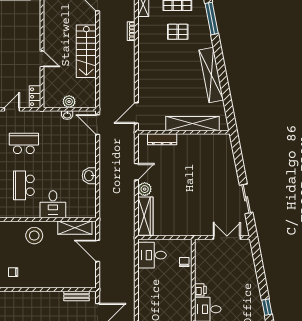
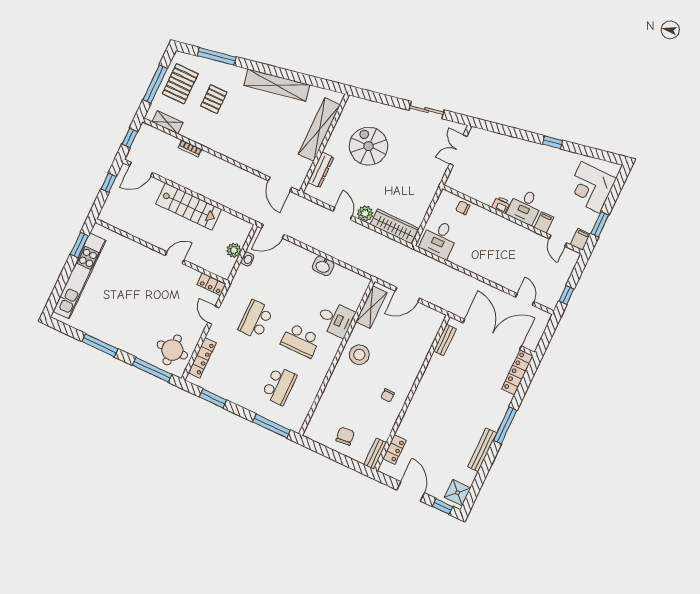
spiral stairs: (198, 167) -> (368, 146), added

